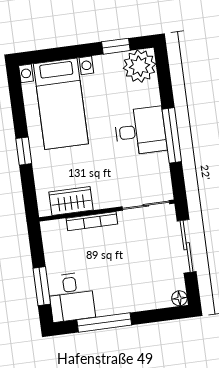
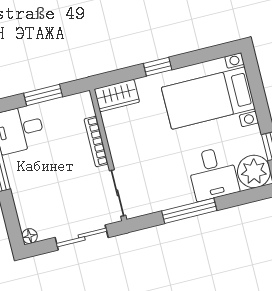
desk: (140, 131) -> (213, 174), moved
wardrobe: (71, 201) -> (117, 96), moved, turned 90
window: (42, 286) -> (43, 95), moved

